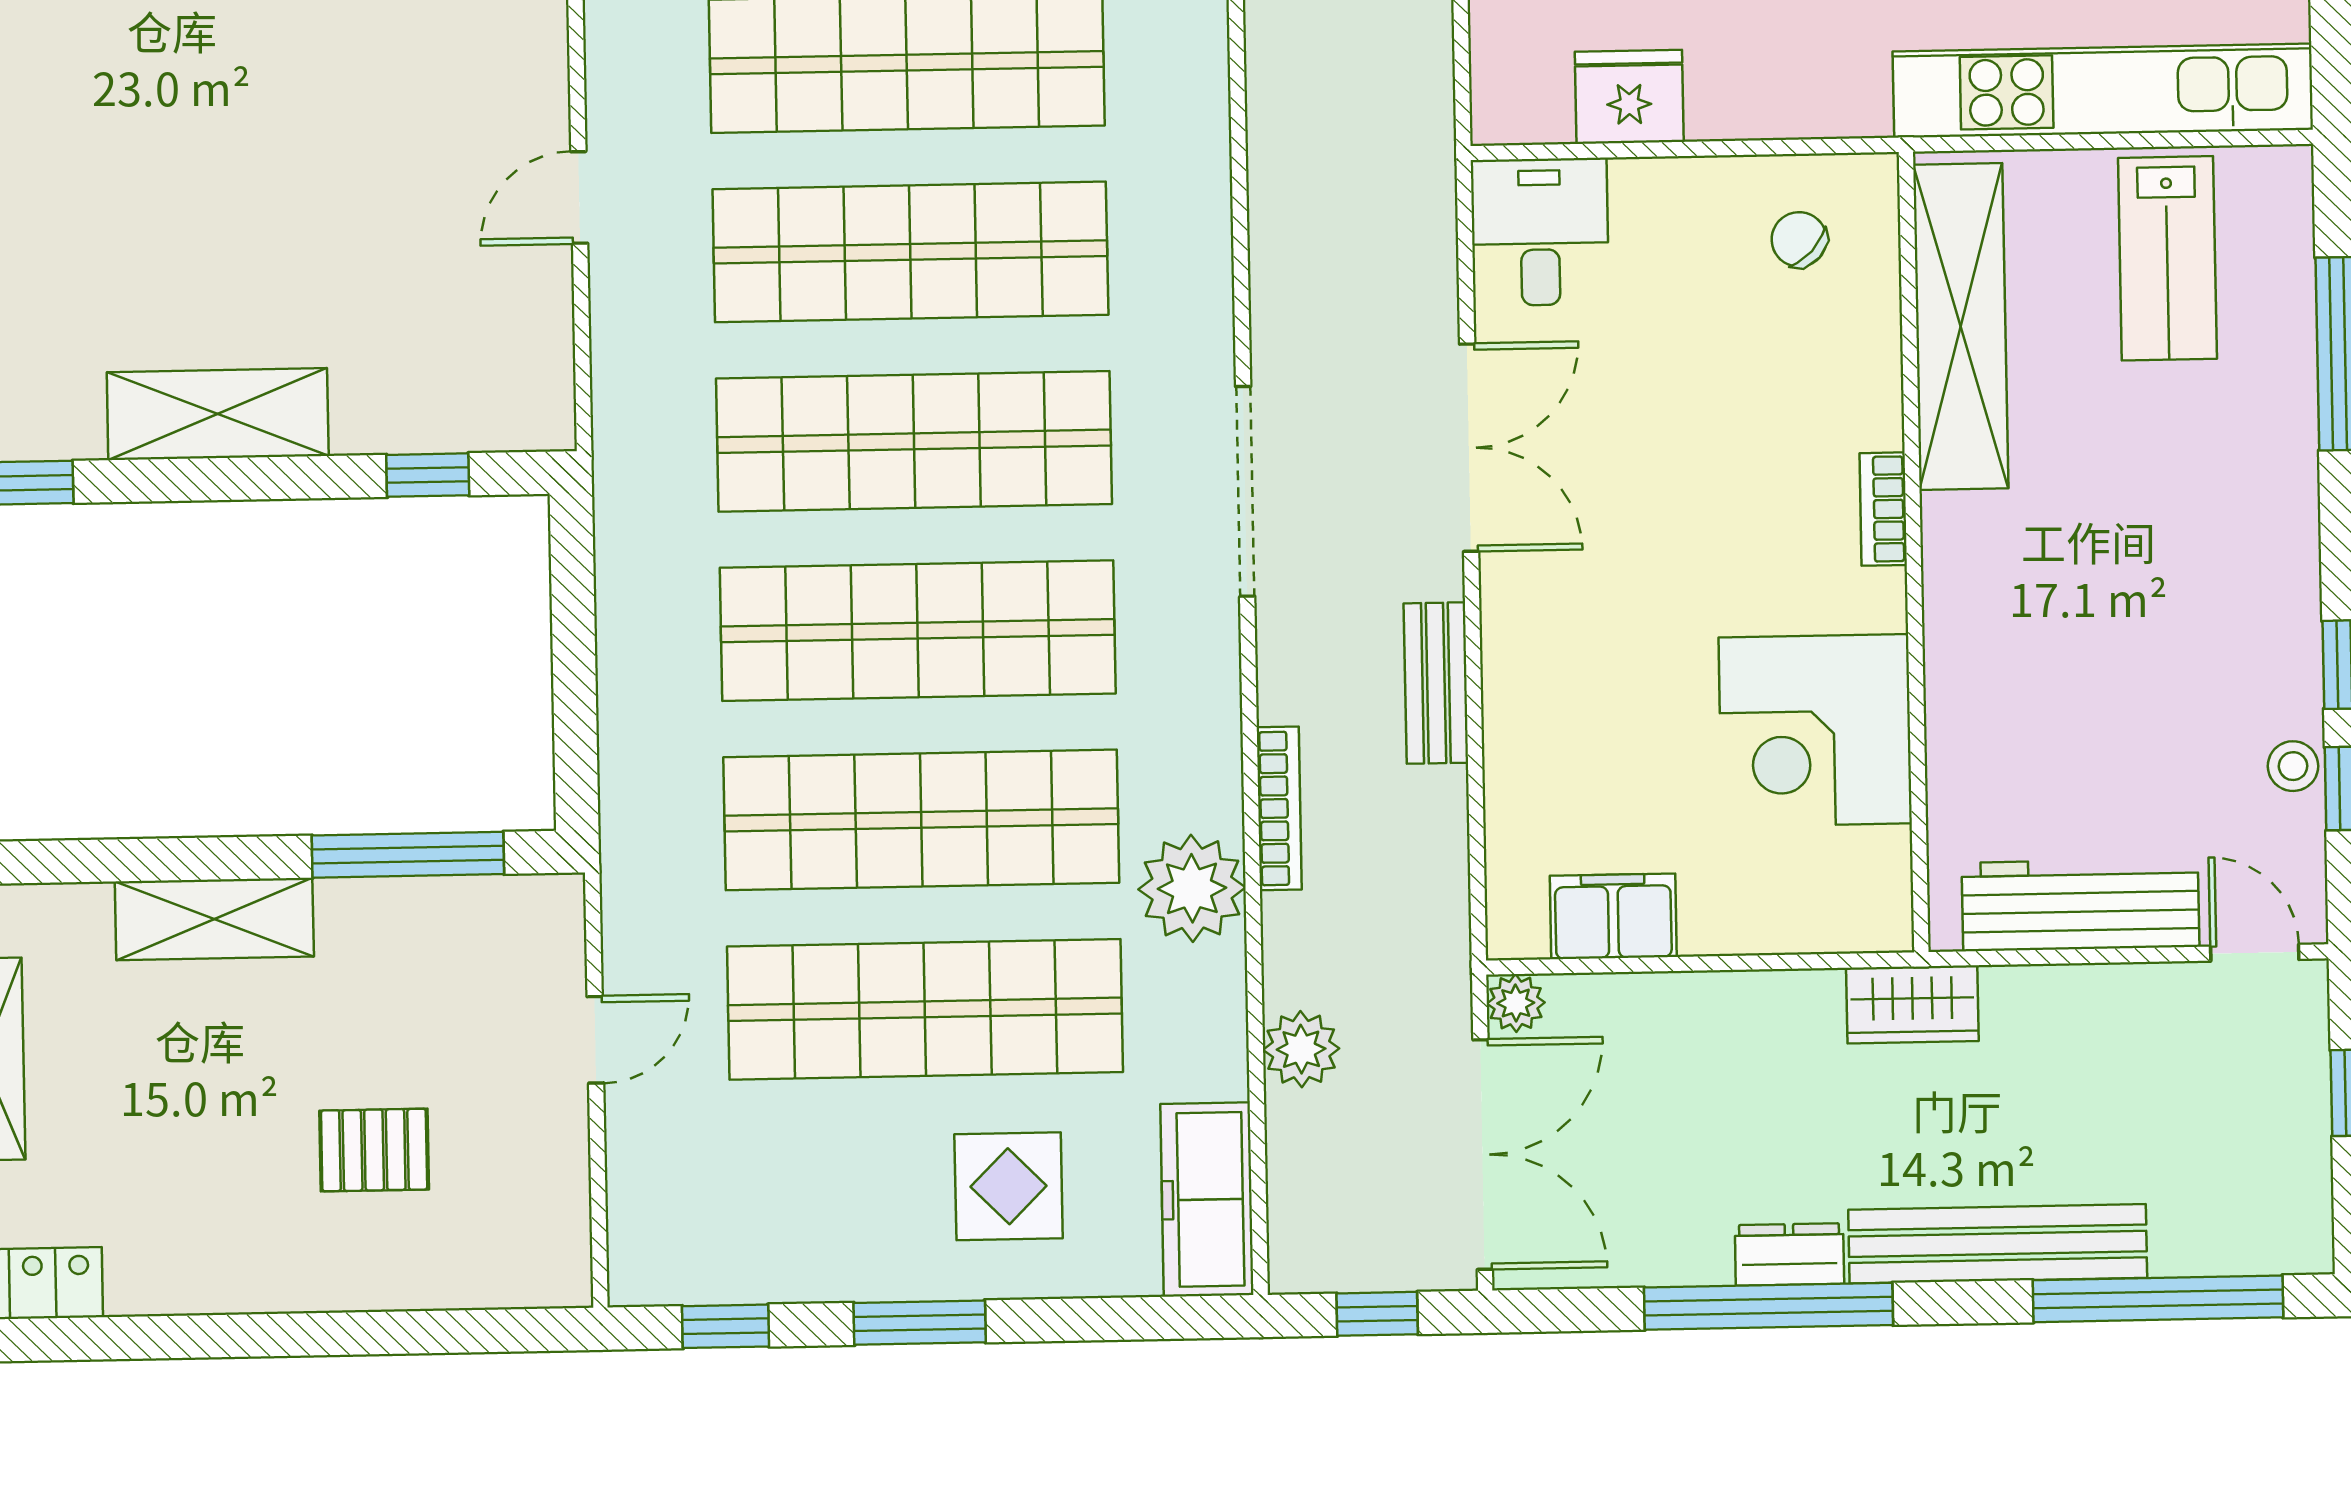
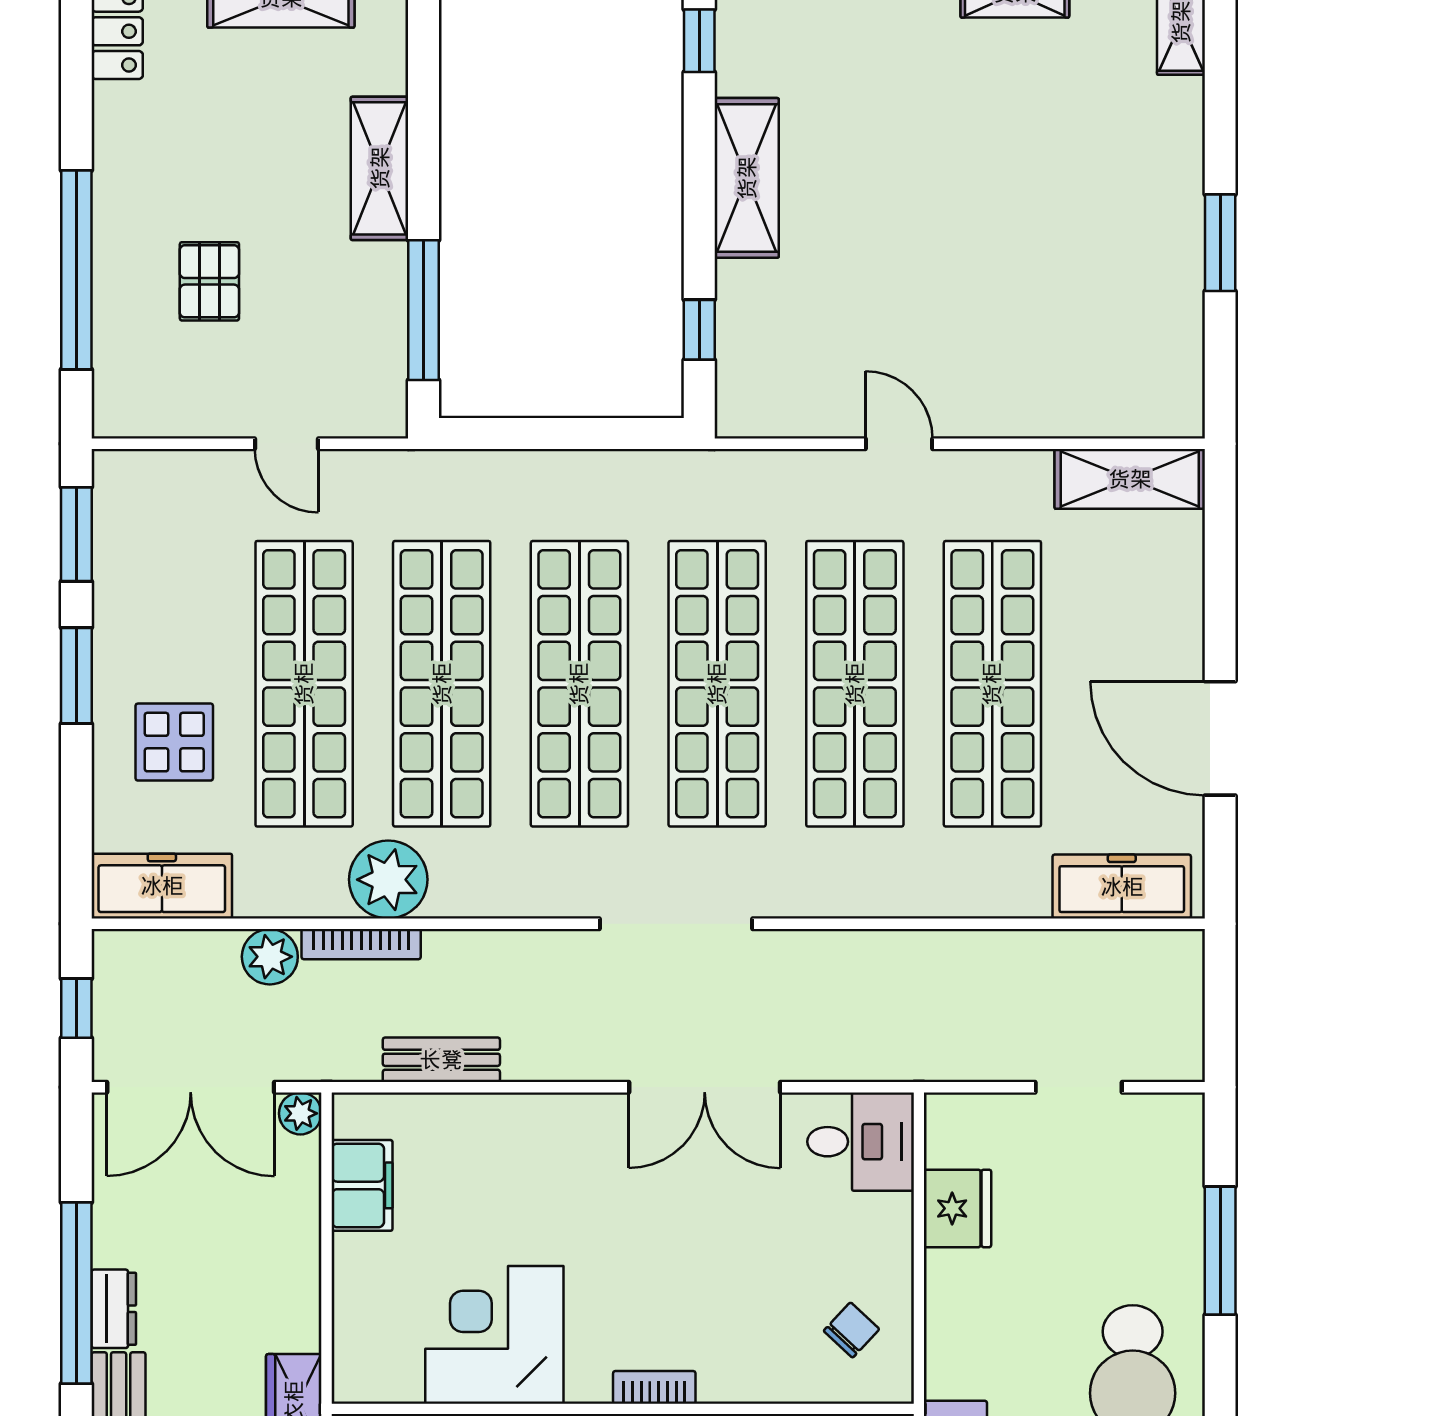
bench: (1436, 683) -> (441, 1060), moved
bookcase: (1279, 808) -> (361, 944), moved
window: (725, 1326) -> (76, 534), width x1.50
window: (362, 1333) -> (76, 270), added

